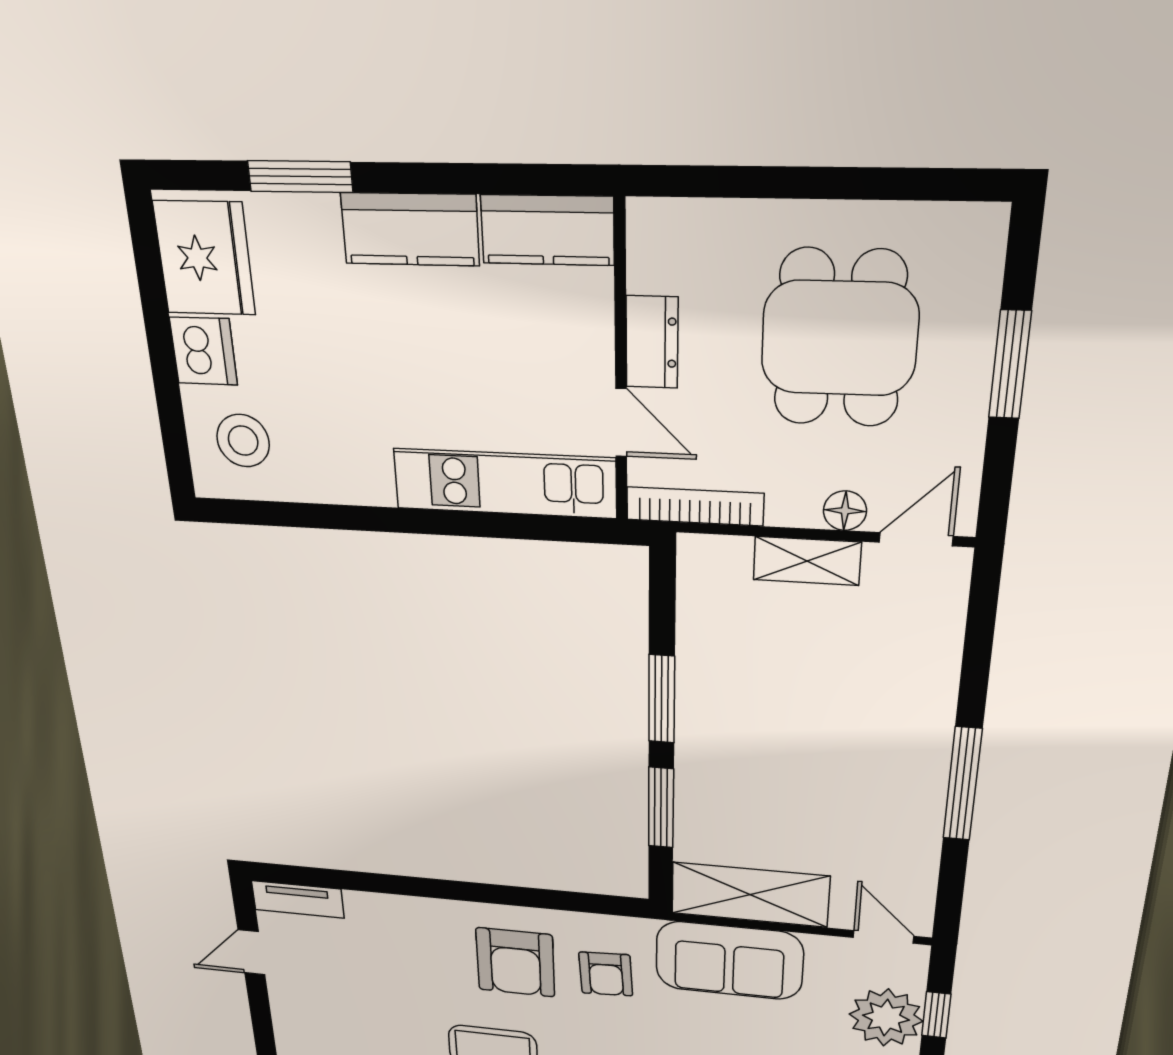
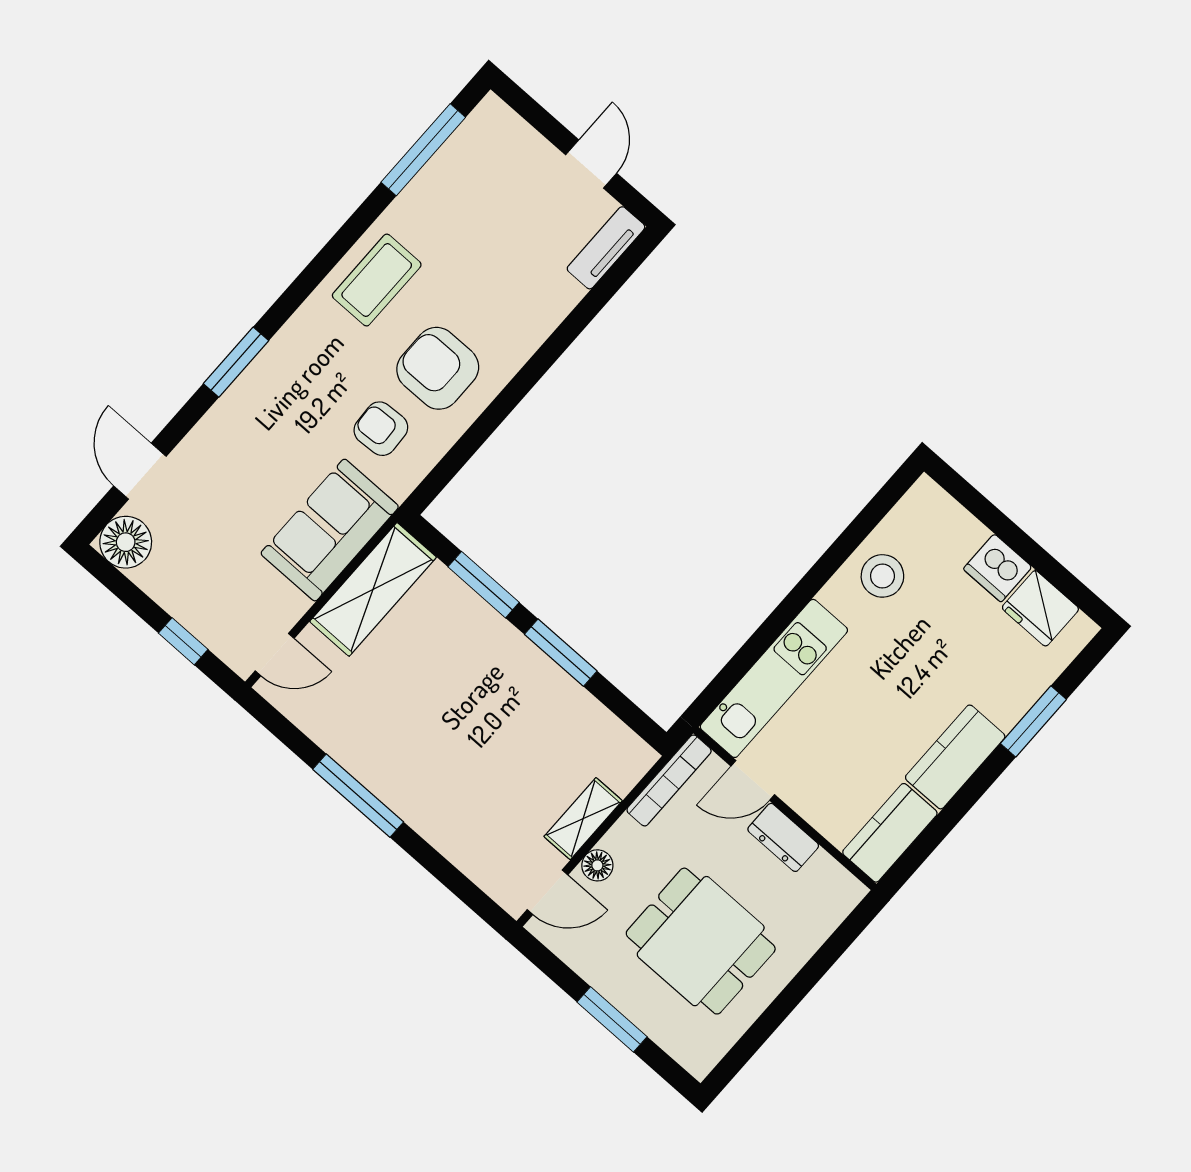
fridge: (204, 258) -> (1040, 608), width x0.73, depth x0.75
stool: (243, 441) -> (882, 576), moved
door: (916, 539) -> (547, 892), hinge flipped
plant: (886, 1018) -> (205, 604), removed

